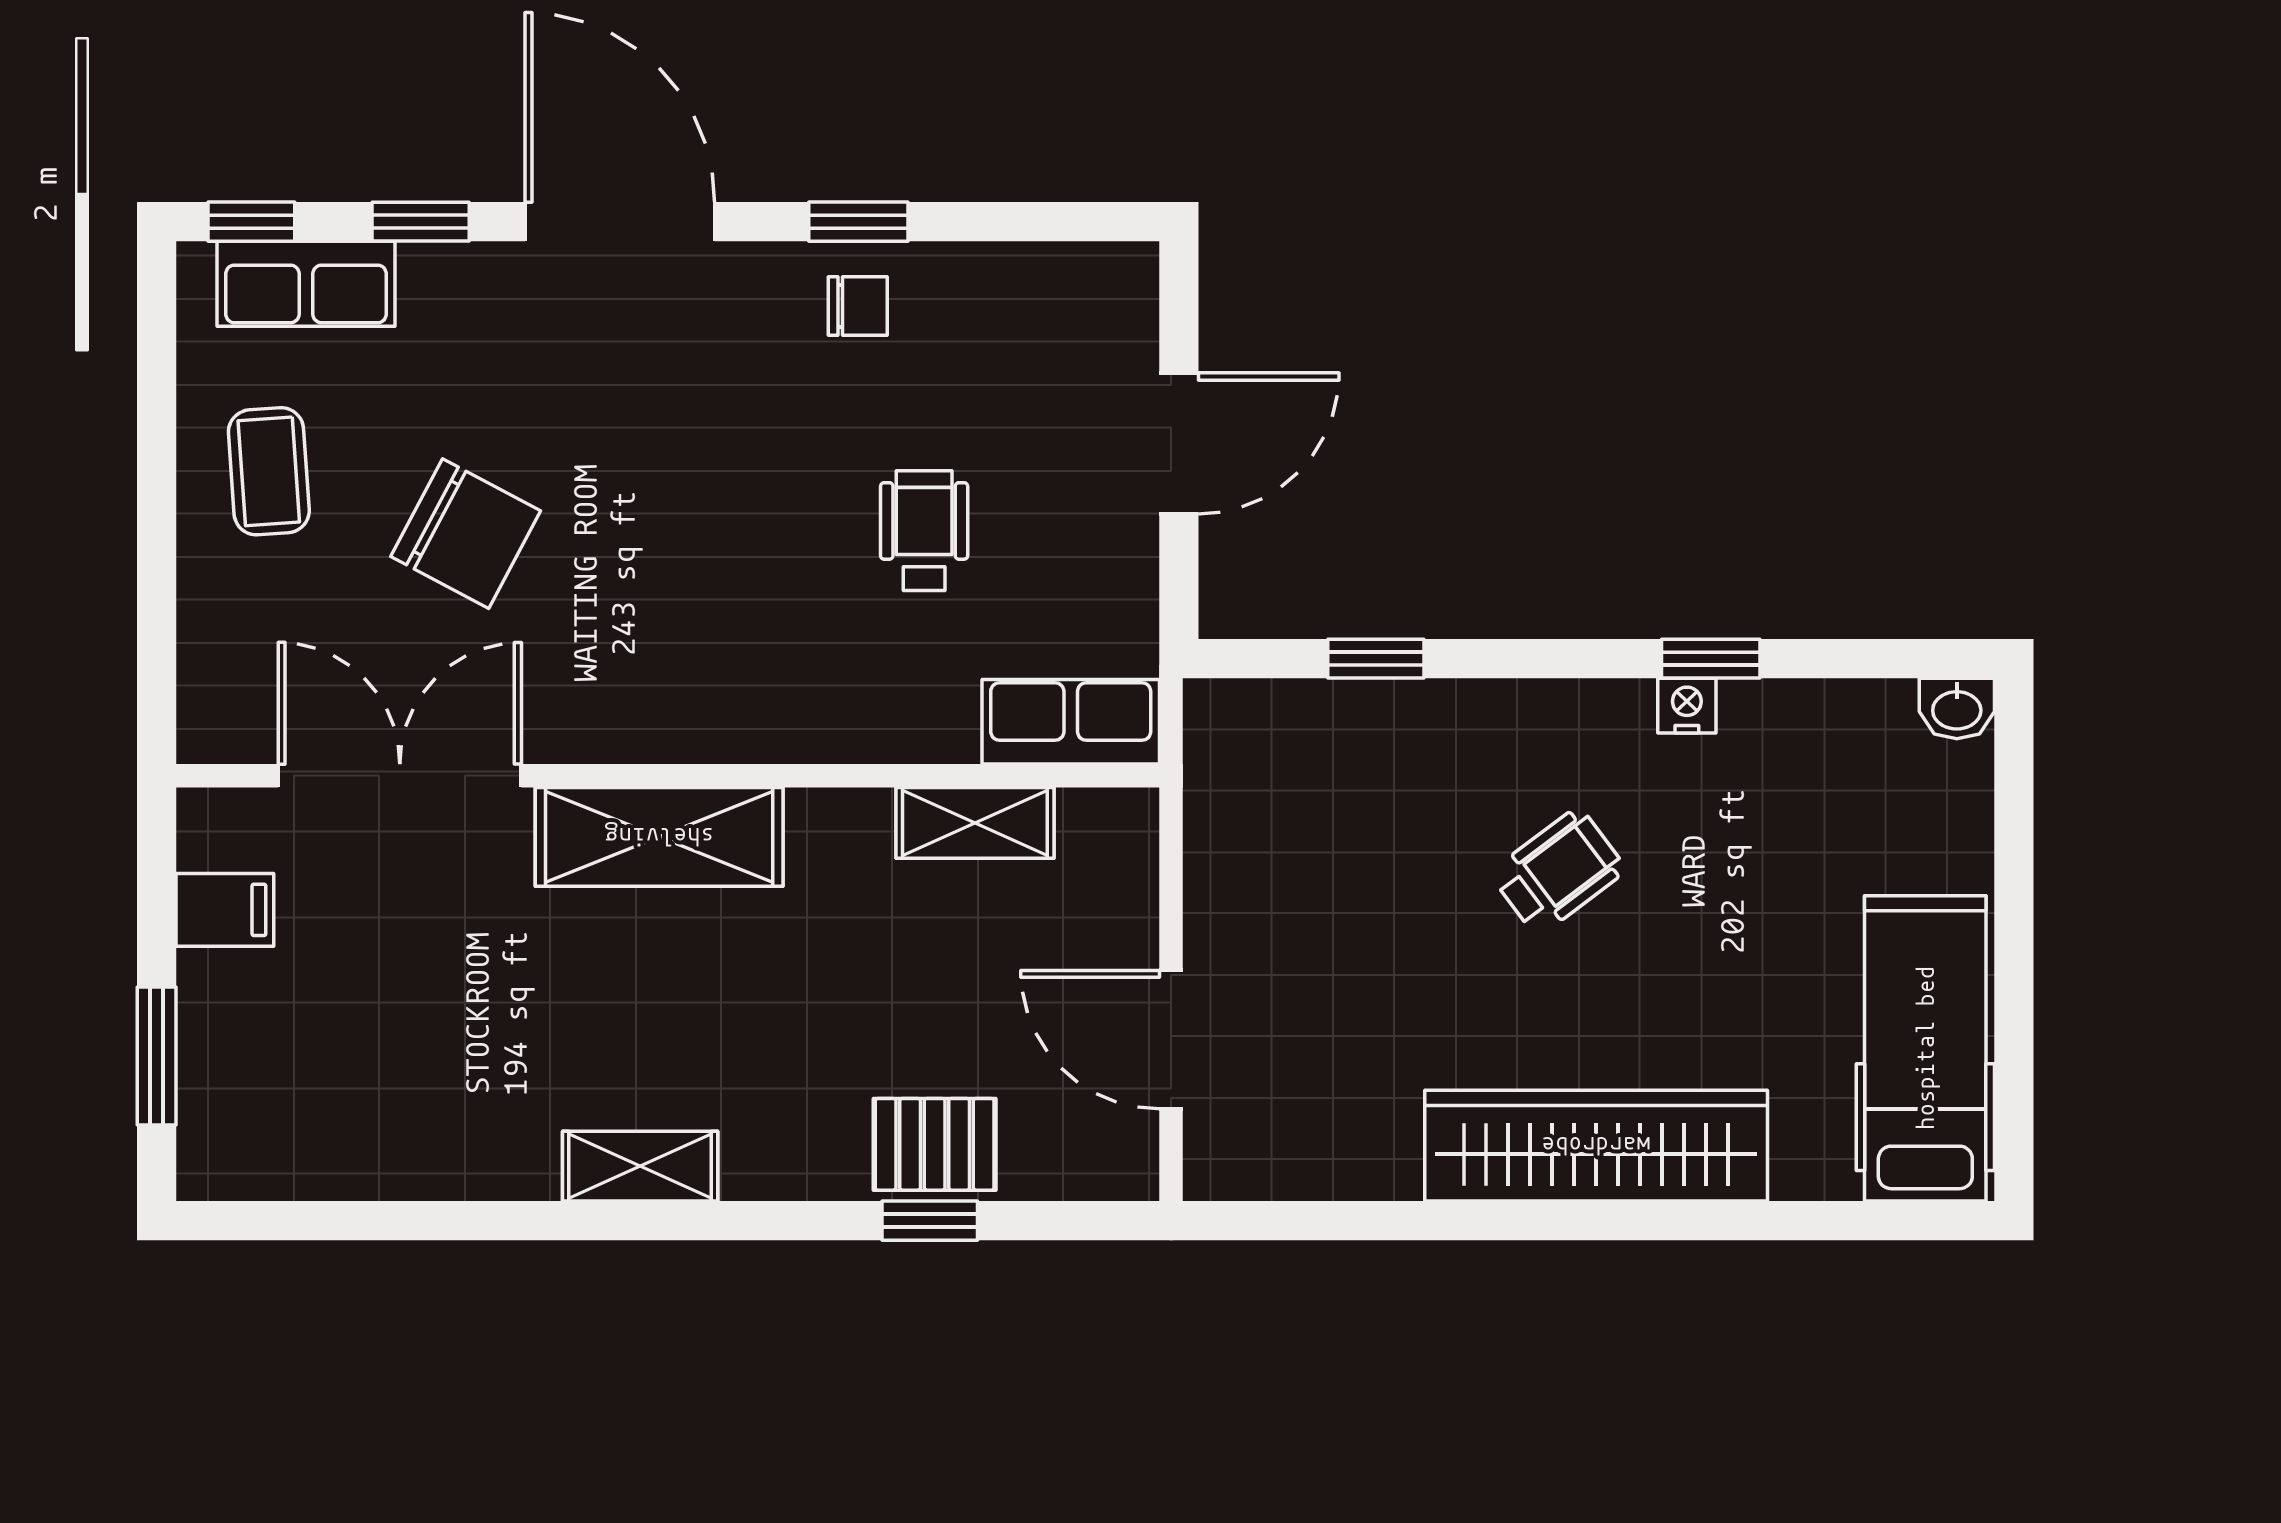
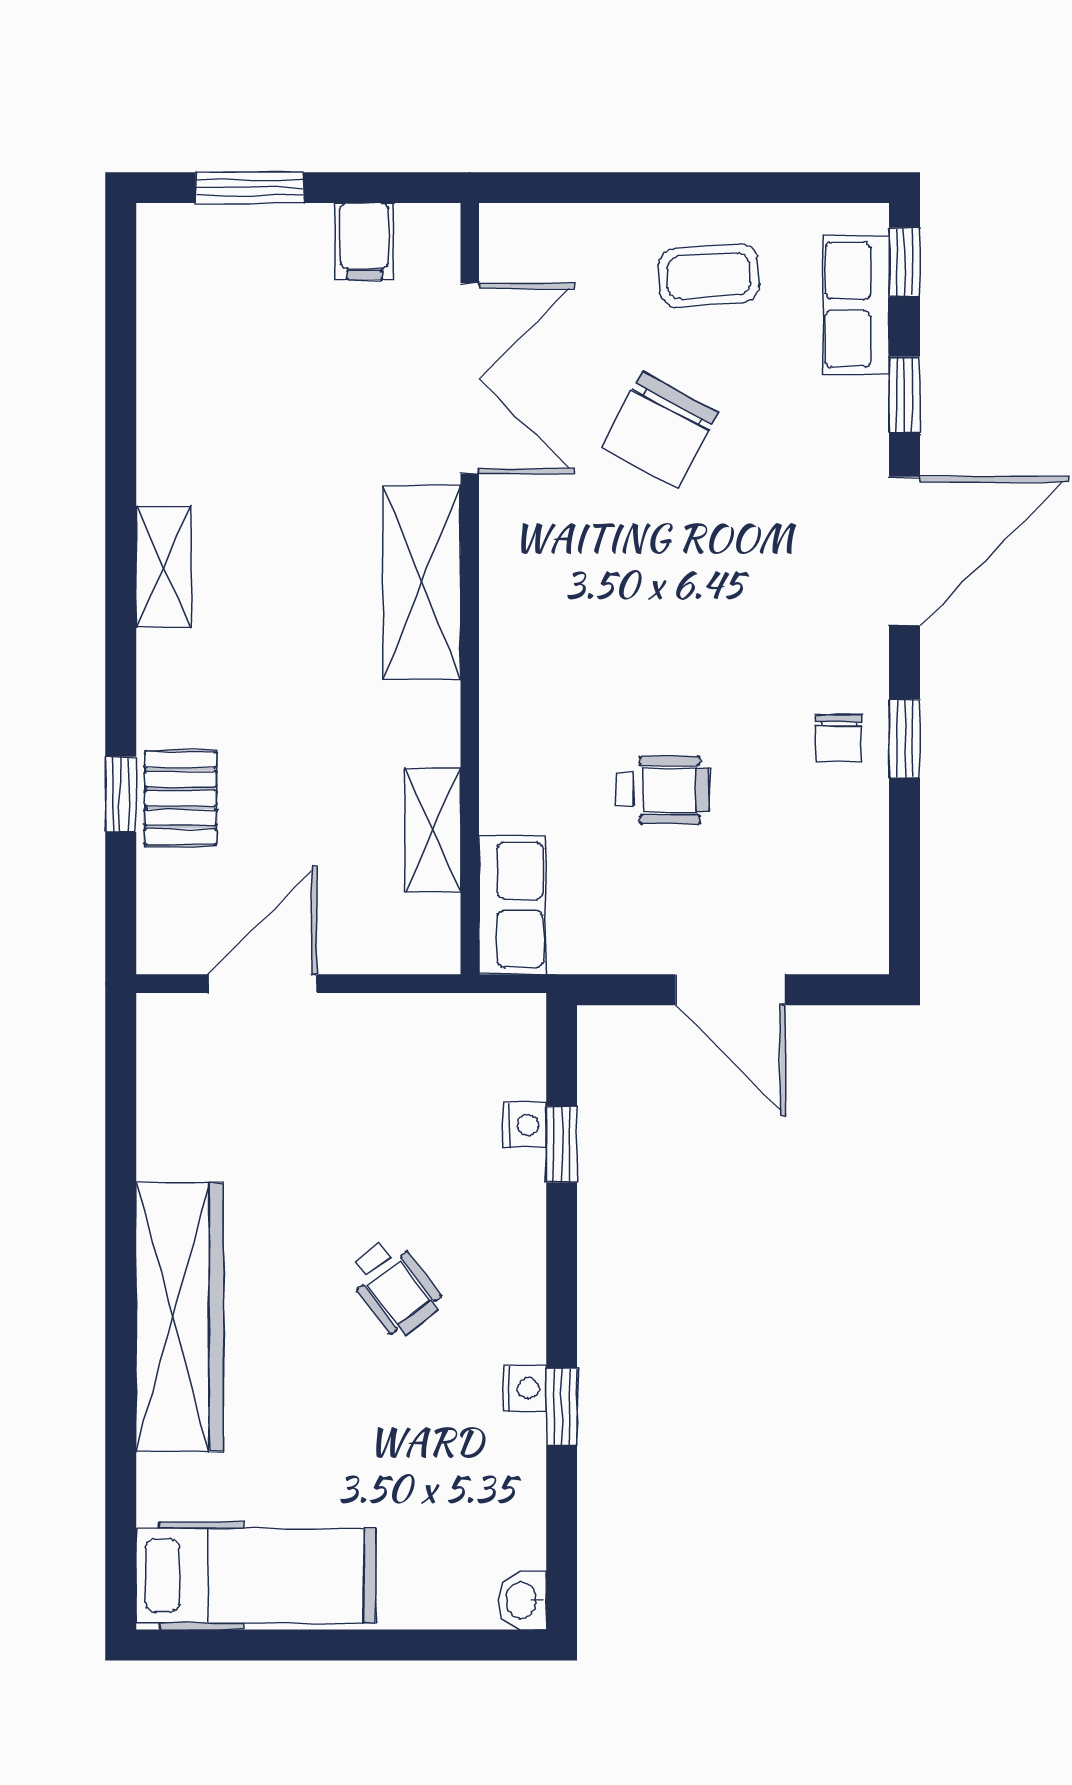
nightstand: (1351, 706) -> (525, 1125), added

